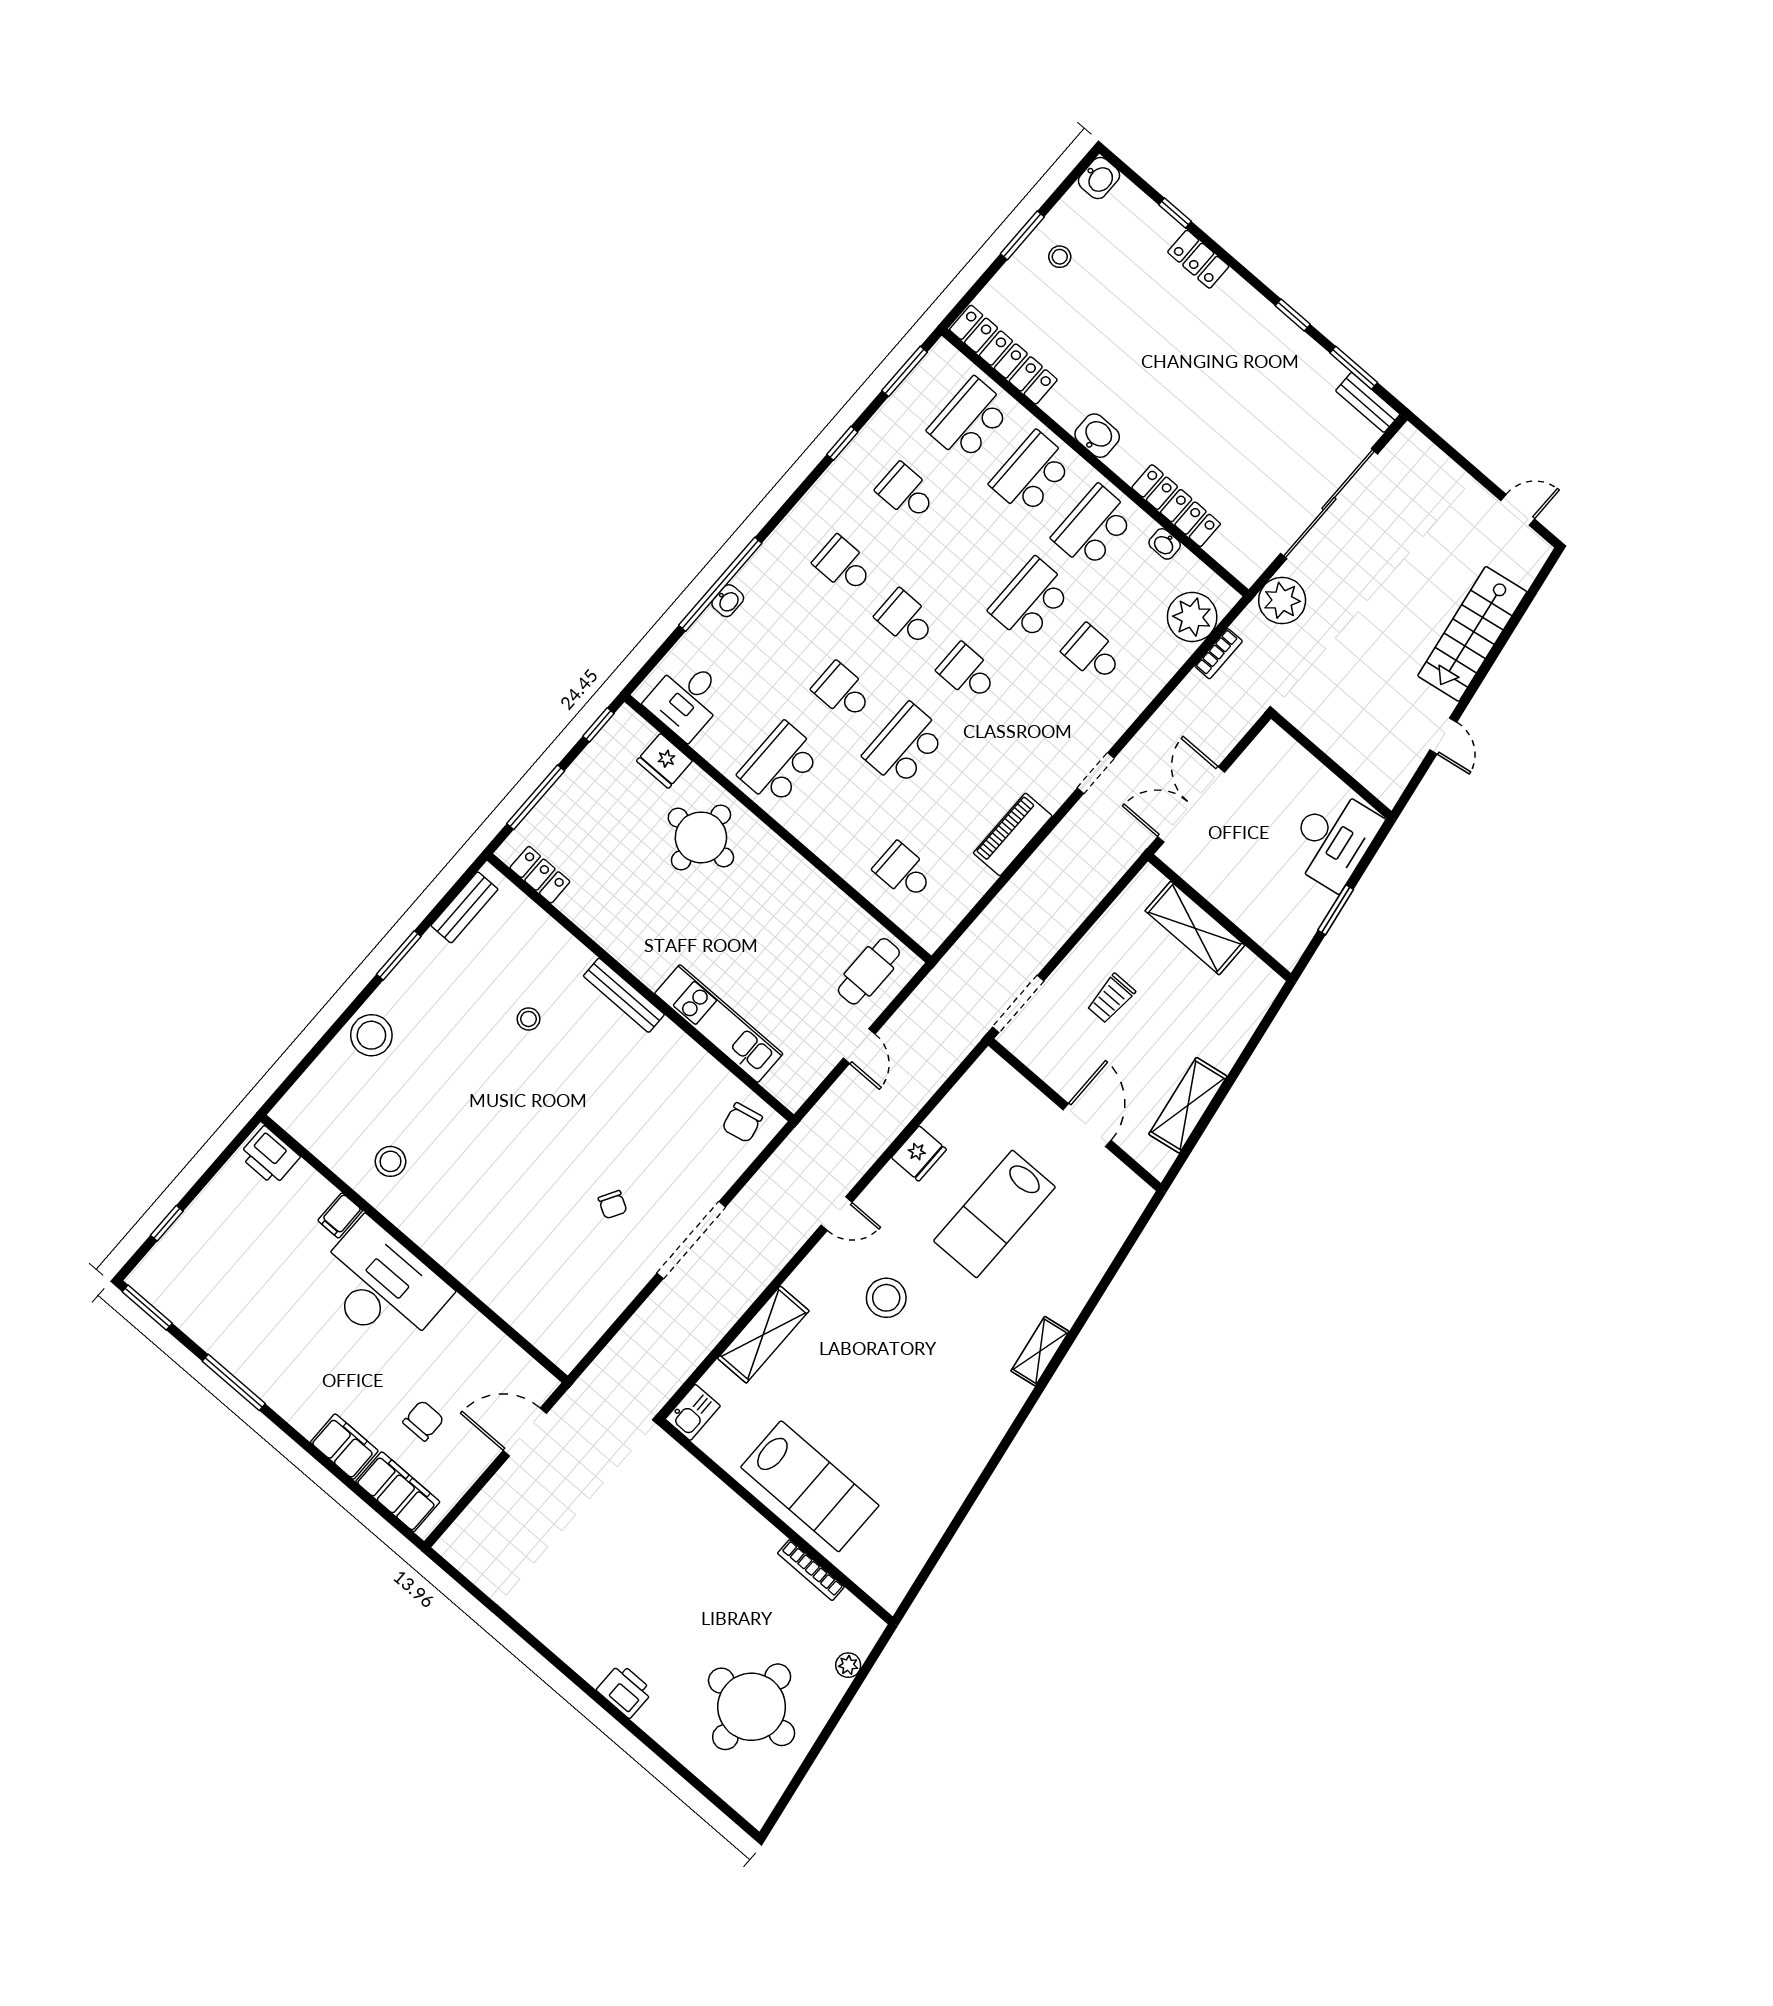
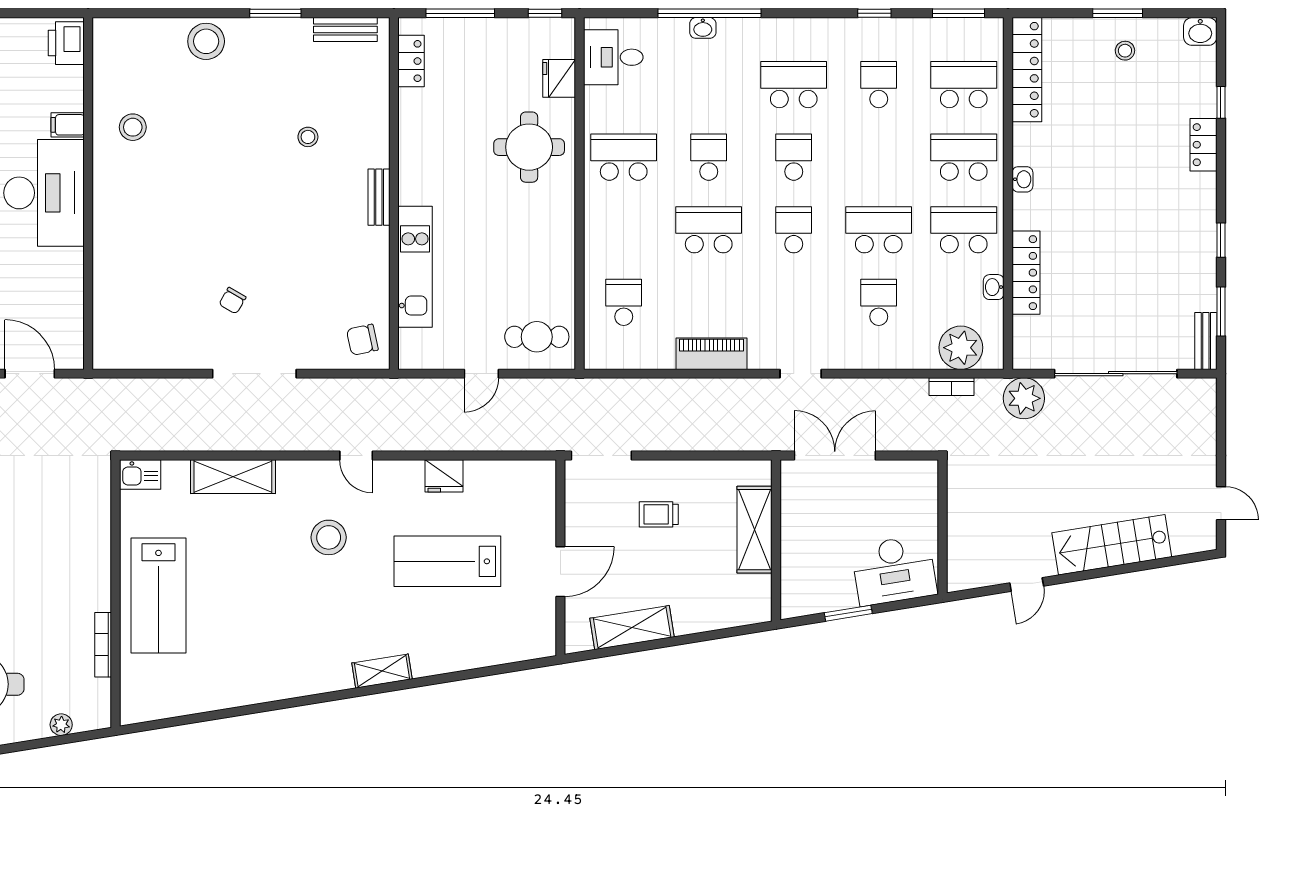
washbasin: (1097, 436) -> (1022, 179), width x0.72, depth x0.69
school desk: (844, 565) -> (794, 85), width x1.85
bench: (624, 995) -> (379, 197), width x0.73

